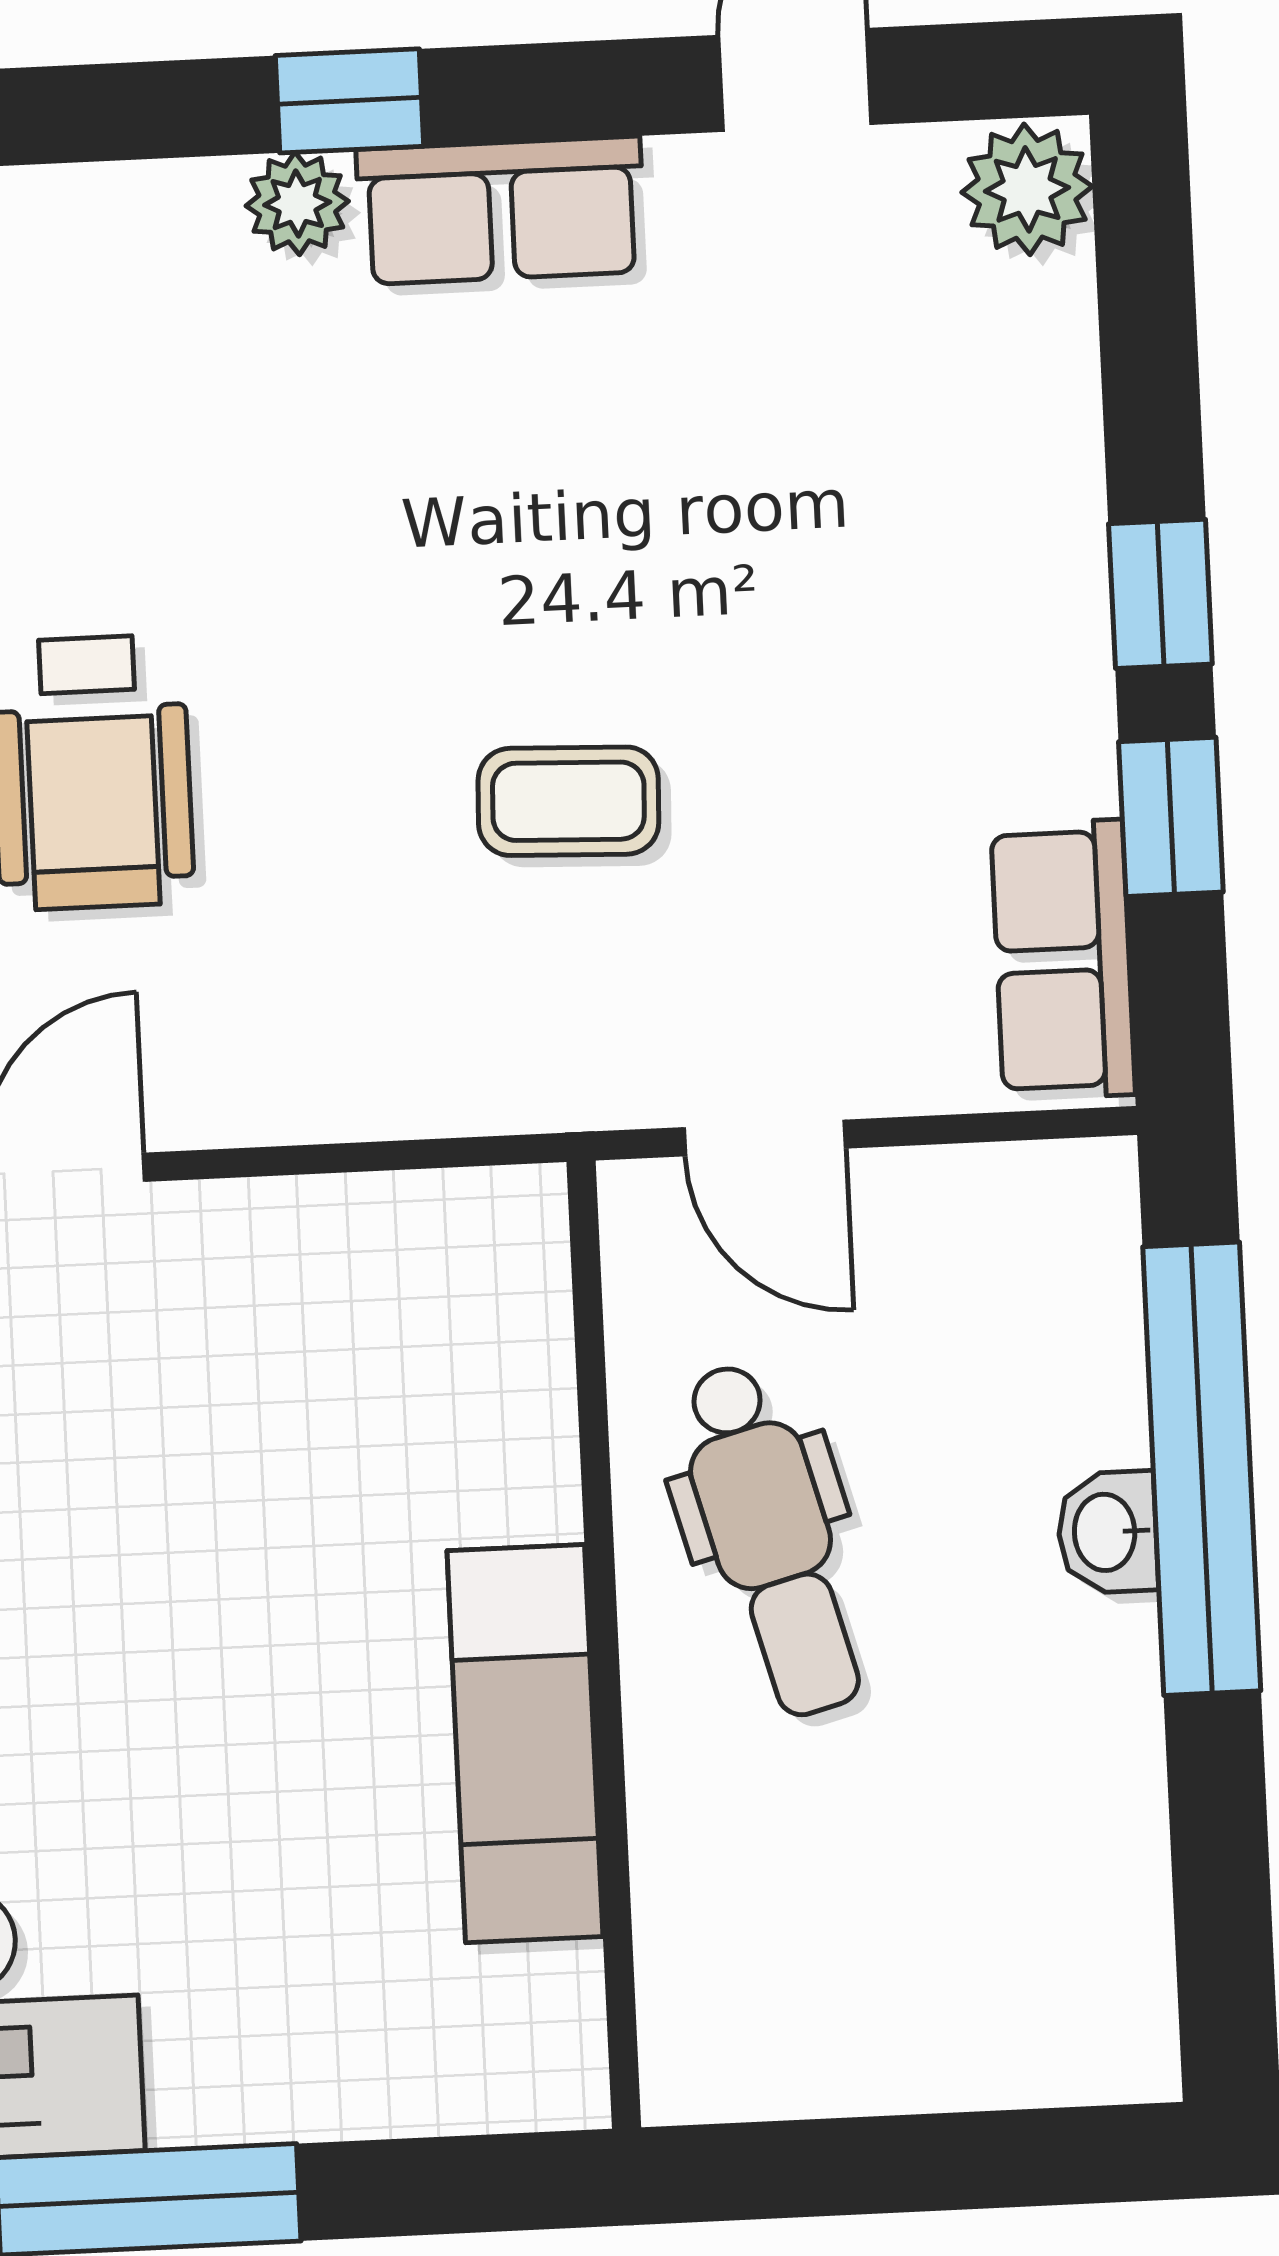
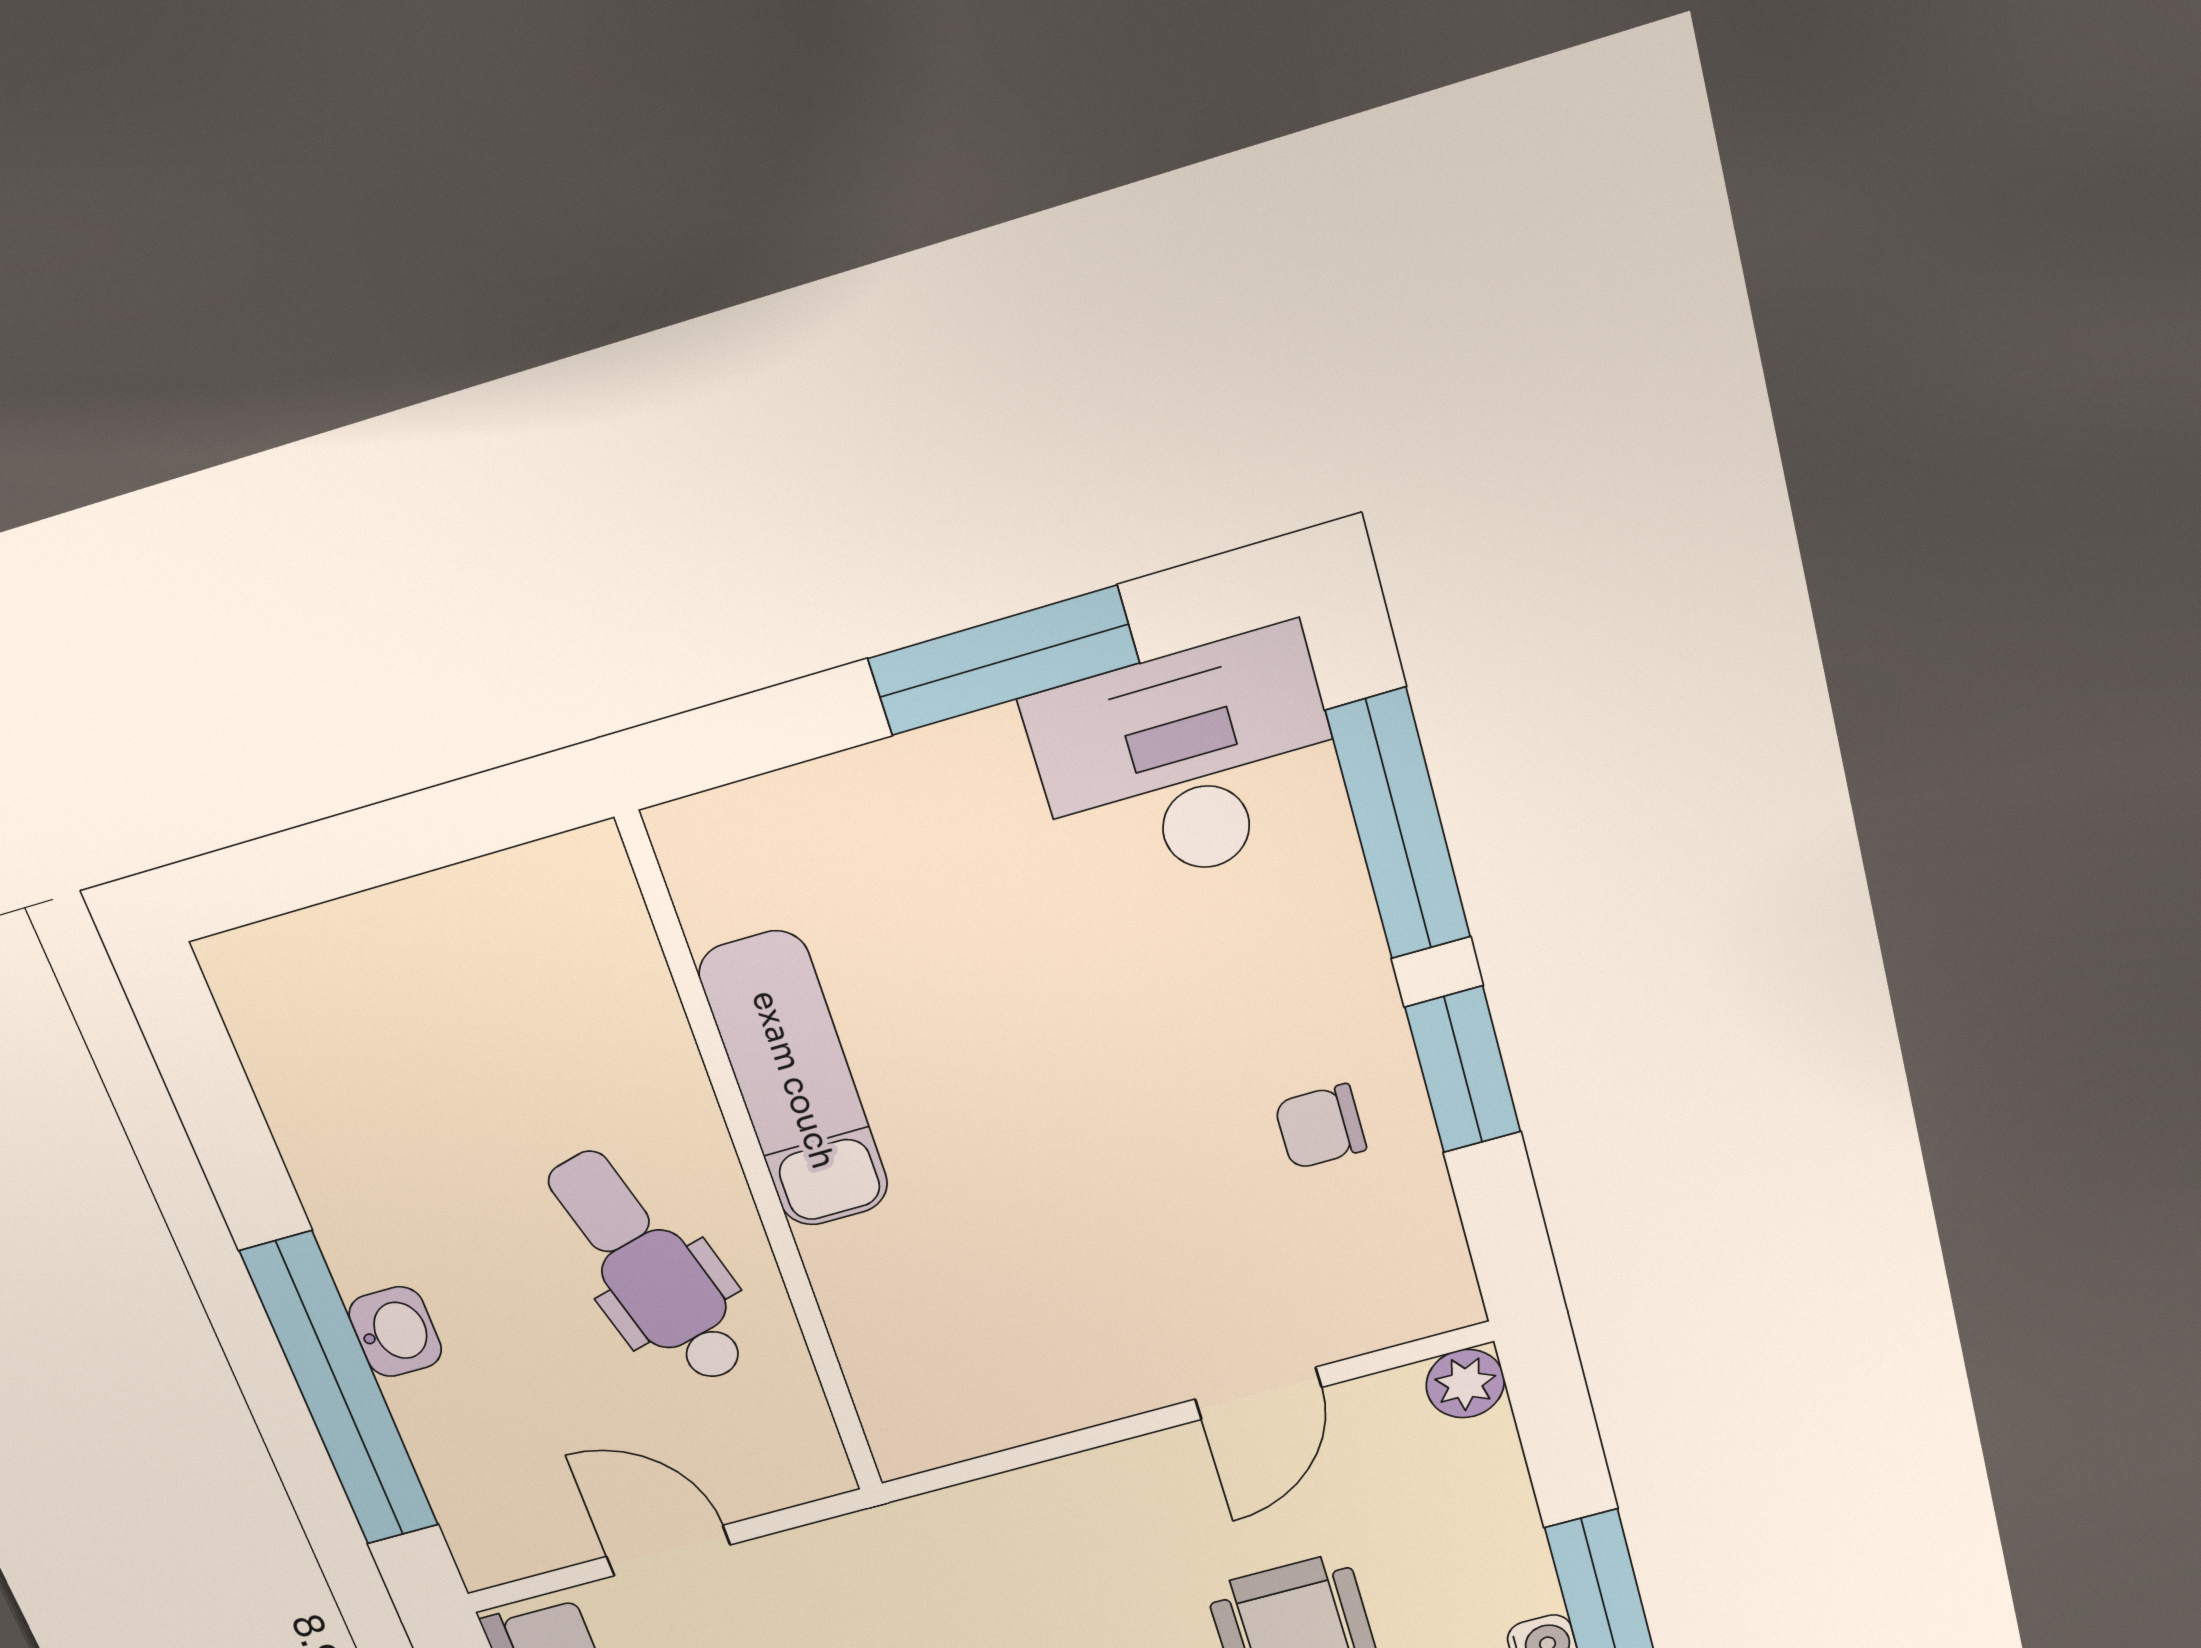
door: (765, 1138) -> (668, 1551), moved

